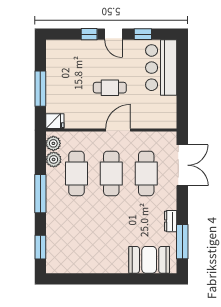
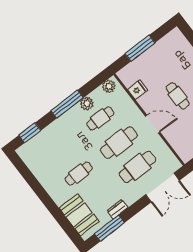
fridge: (55, 121) -> (138, 90), moved, turned -90
plant: (54, 159) -> (87, 103), moved
cafe table: (76, 173) -> (100, 118), width x0.73, depth x0.74
cafe table: (111, 231) -> (79, 174), added

